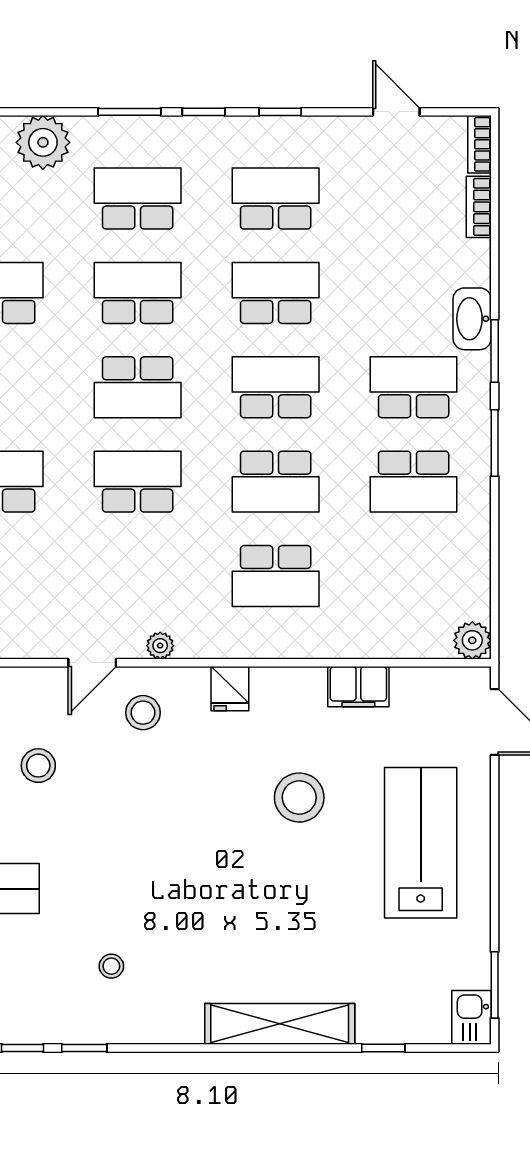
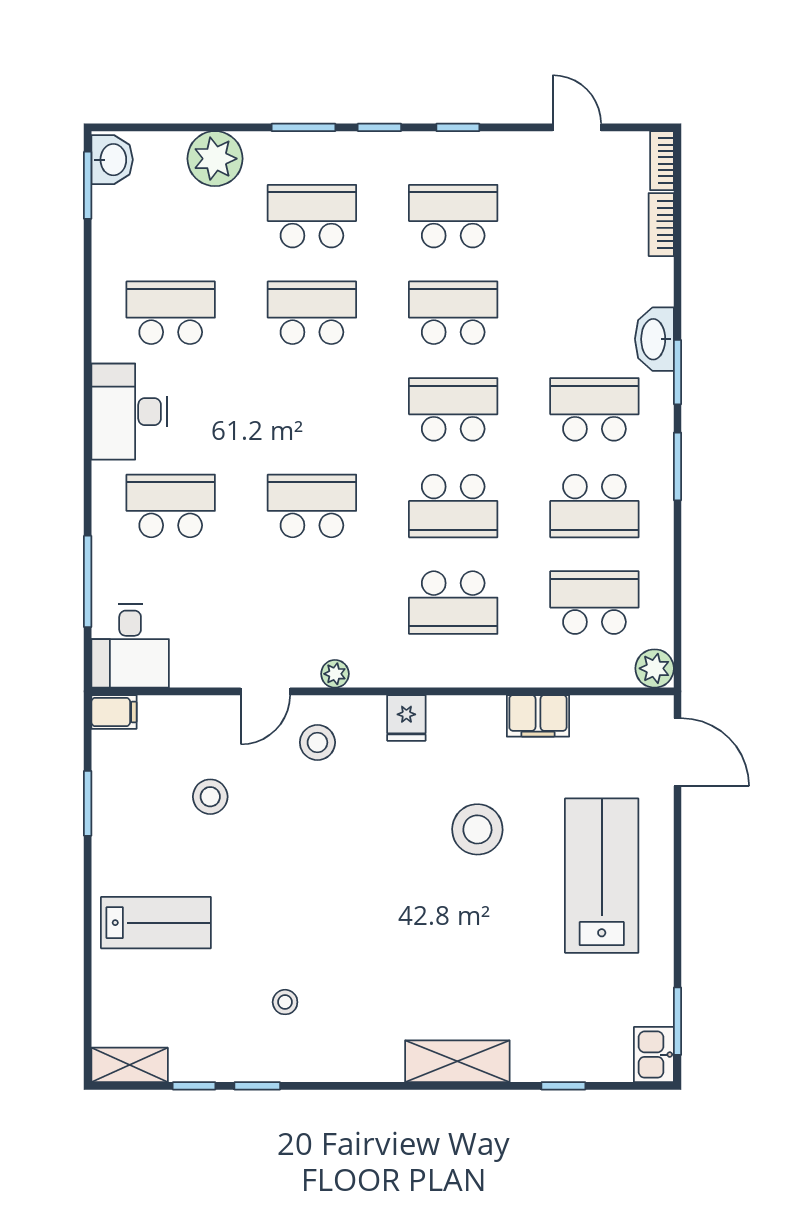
school desk: (138, 387) -> (594, 603), moved, turned 180
shelving: (280, 1024) -> (457, 1061), width x0.68

